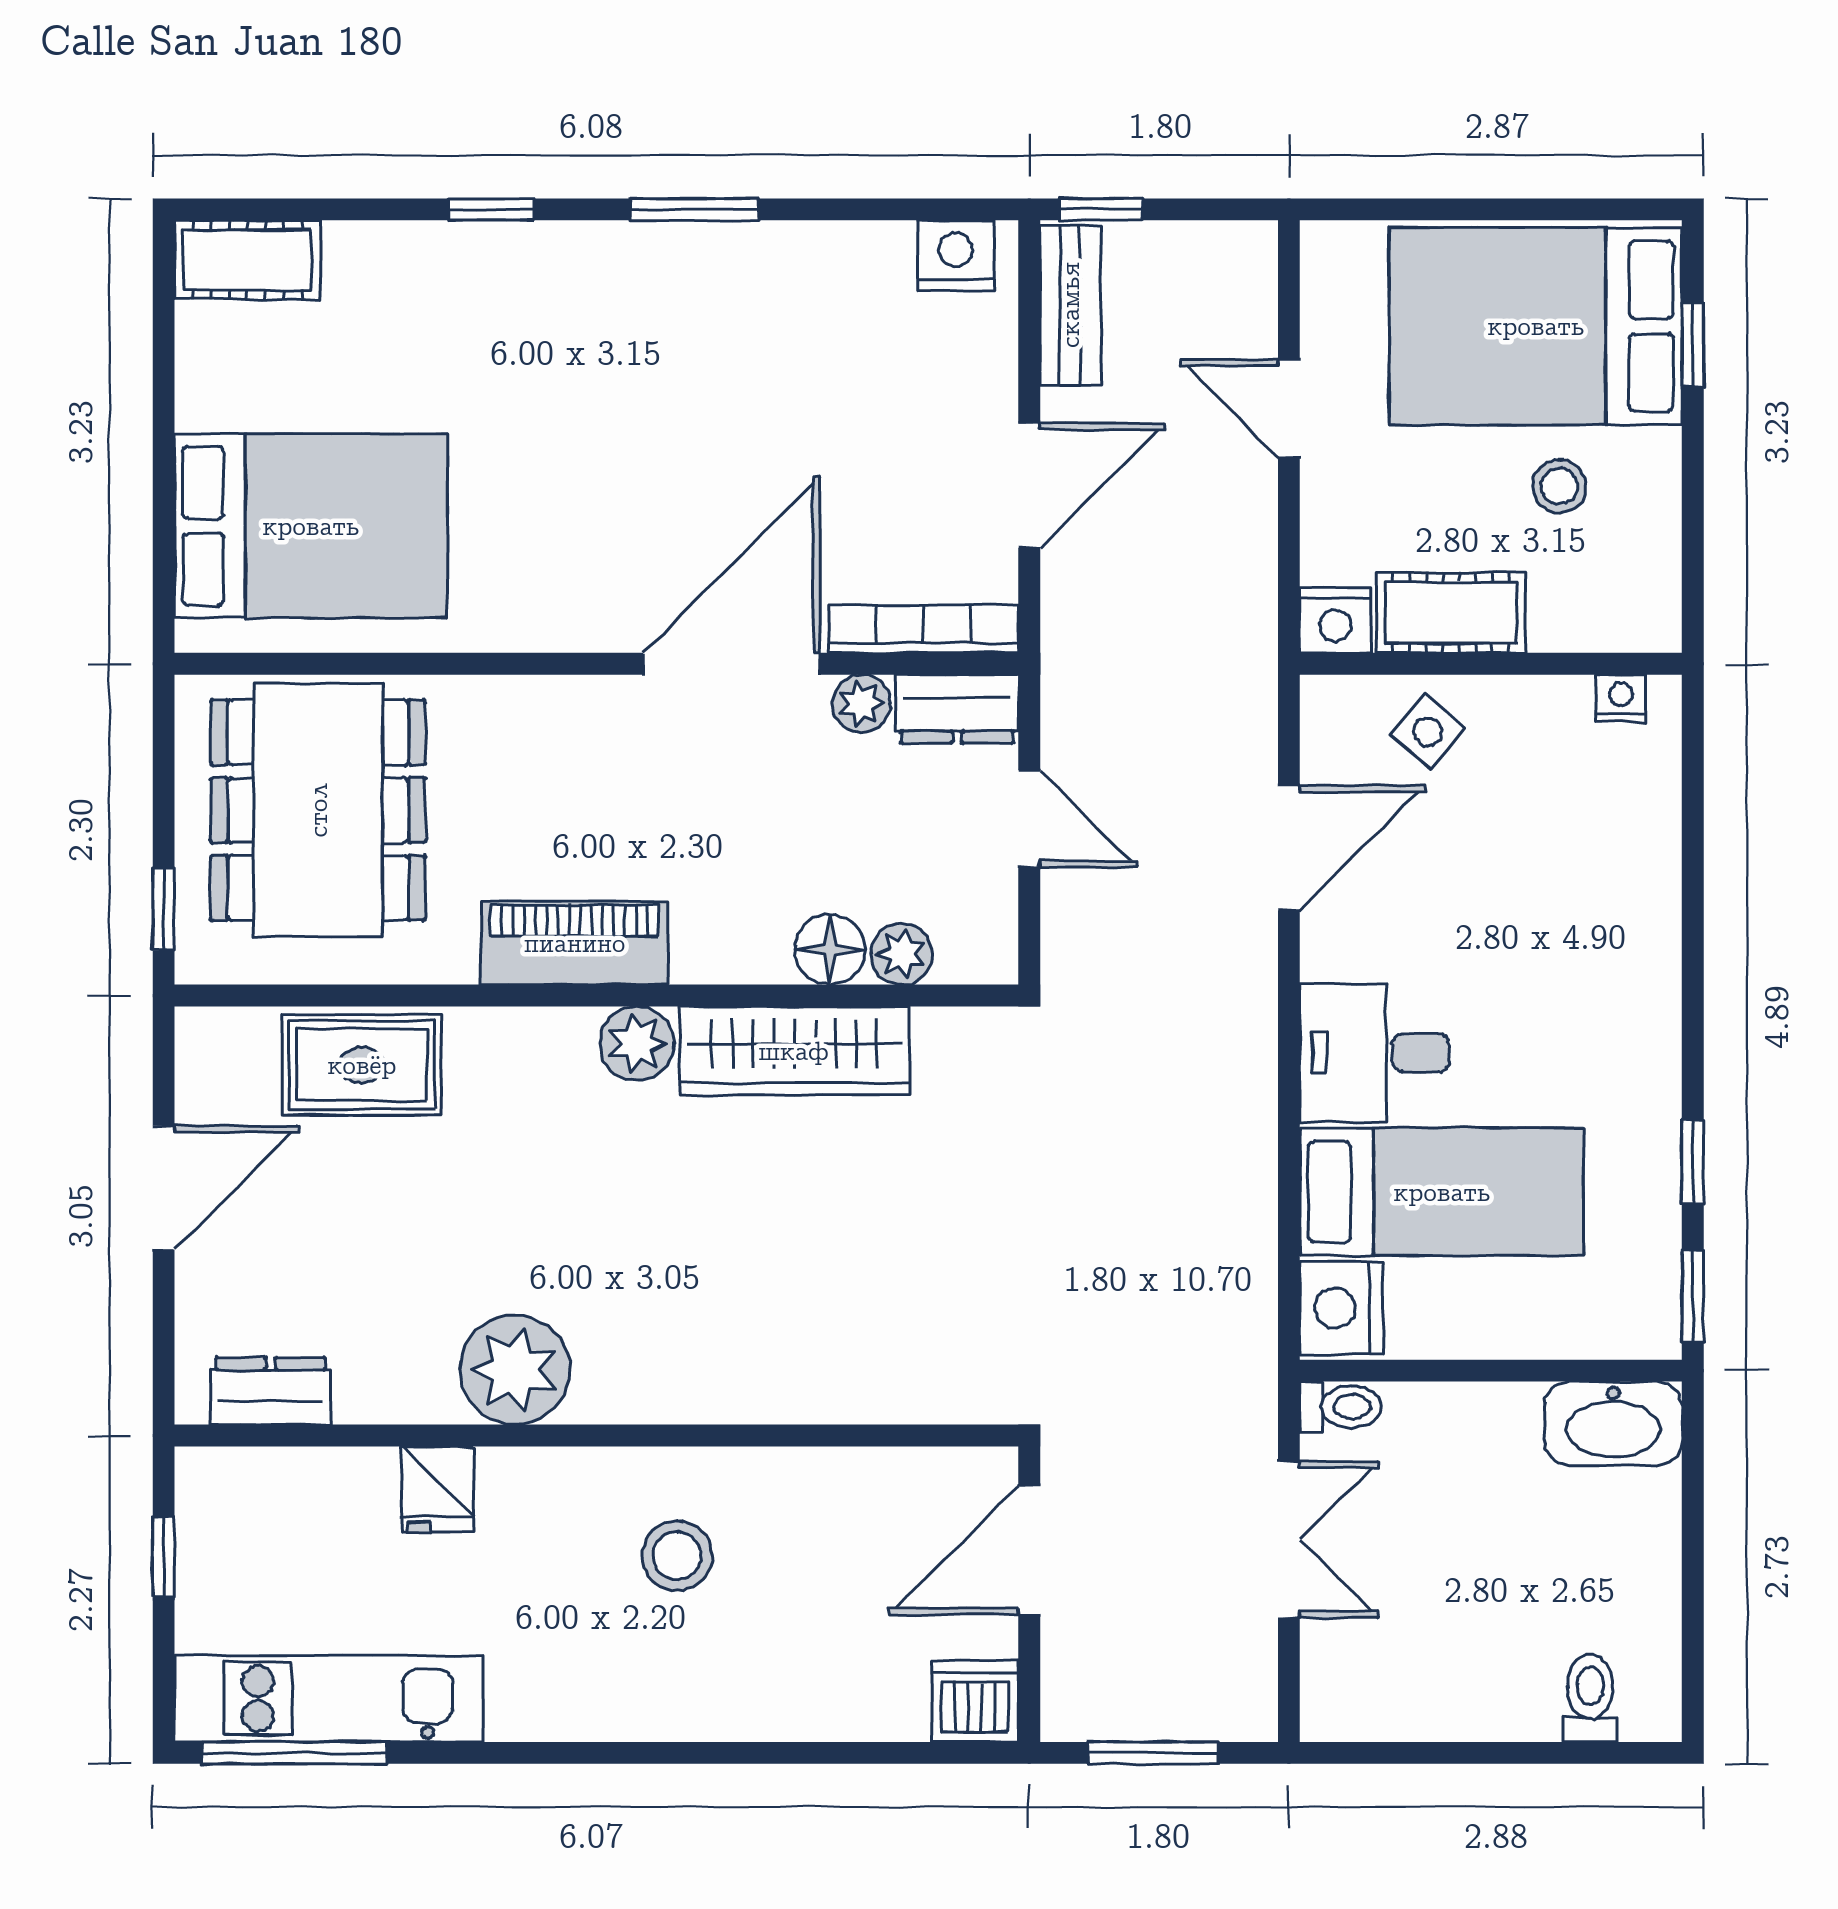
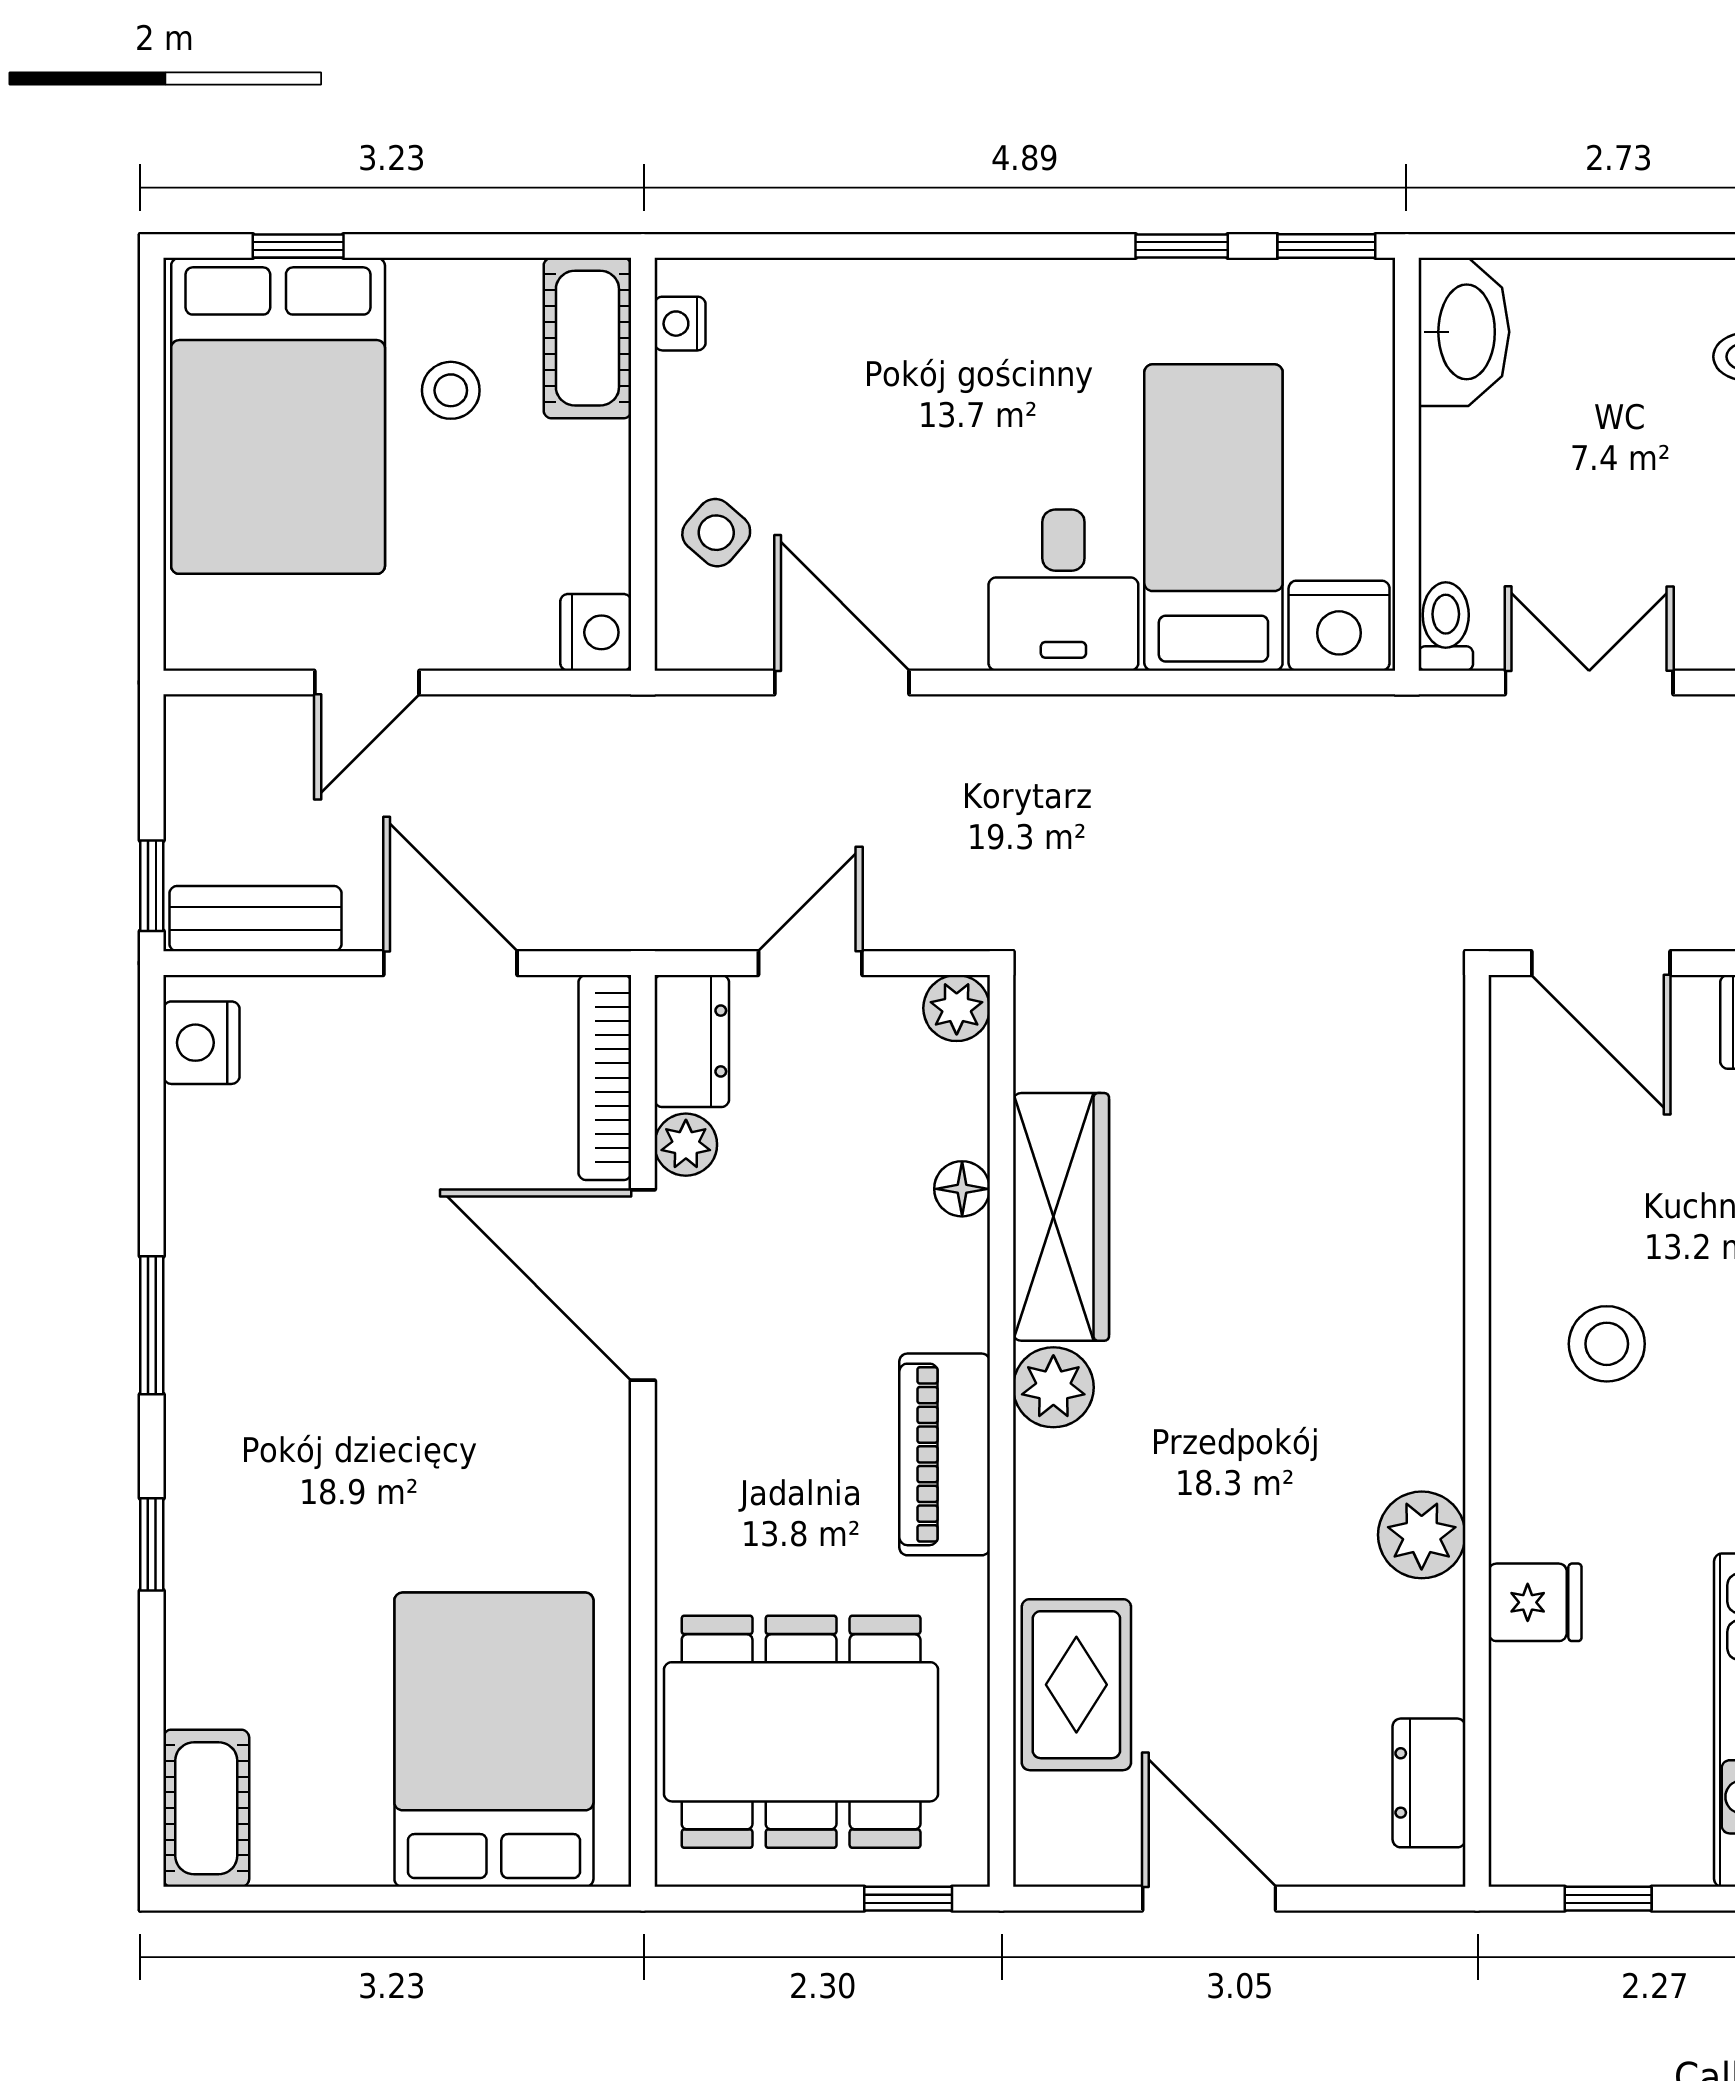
cot: (1451, 613) -> (587, 338), moved
floor lamp: (830, 950) -> (962, 1189), width x0.73, depth x0.73
plant: (902, 954) -> (957, 1008), moved
plant: (515, 1370) -> (1422, 1535), width x0.73, depth x0.73

